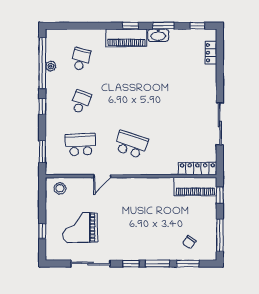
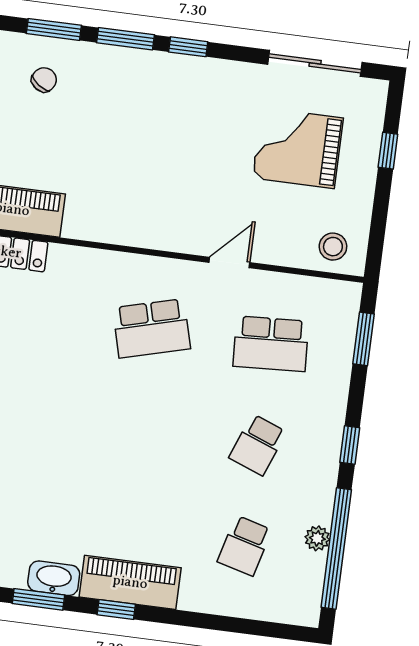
school desk: (131, 145) -> (152, 328), turned -33
grand piano: (80, 227) -> (298, 148), turned 180
sliding door: (91, 264) -> (315, 63), moved

